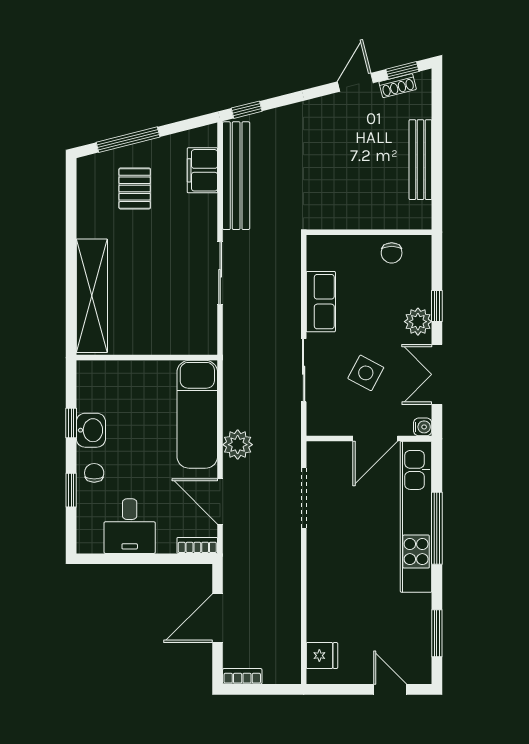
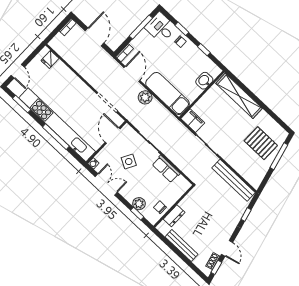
window: (247, 110) -> (246, 215), moved
filing cabinet: (202, 170) -> (193, 121), moved
pallet: (135, 188) -> (261, 143), width x1.50, depth x1.42
dresser: (384, 217) -> (174, 216), added
window: (437, 306) -> (137, 214), moved
plant: (418, 322) -> (139, 204), moved
washbasin: (91, 430) -> (204, 81), moved, turned 90
door: (375, 439) -> (113, 136), moved
door: (220, 501) -> (132, 74), hinge flipped
kitchen unit: (416, 517) -> (57, 125), width x1.36
desk: (130, 526) -> (161, 28), moved
window: (131, 559) -> (141, 27), added
door: (390, 689) -> (18, 71), hinge flipped

